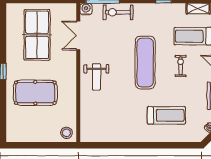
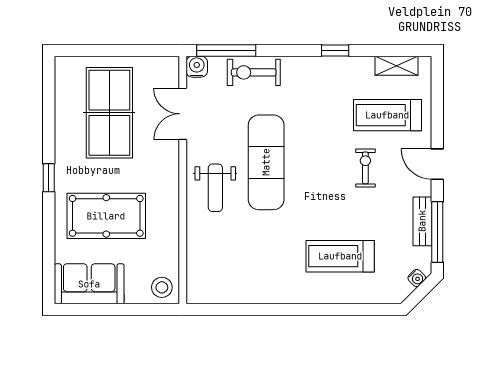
exercise mat: (145, 62) -> (266, 162), moved
treadmill: (166, 115) -> (340, 256), turned 180
sofa: (26, 131) -> (89, 284), added

